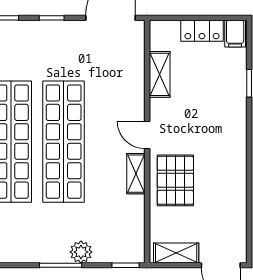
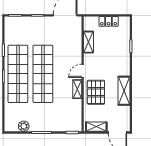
filing cabinet: (235, 34) -> (124, 23), removed
door: (147, 135) -> (83, 71), hinge flipped
shelving: (235, 177) -> (124, 91), added
plant: (81, 252) -> (24, 126), moved

